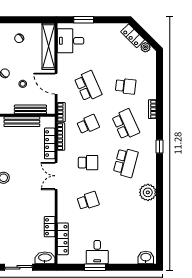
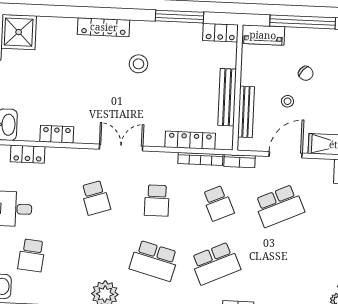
school desk: (126, 86) -> (32, 255), moved
double door: (56, 176) -> (121, 148), moved
locker: (63, 239) -> (28, 154), width x0.66

